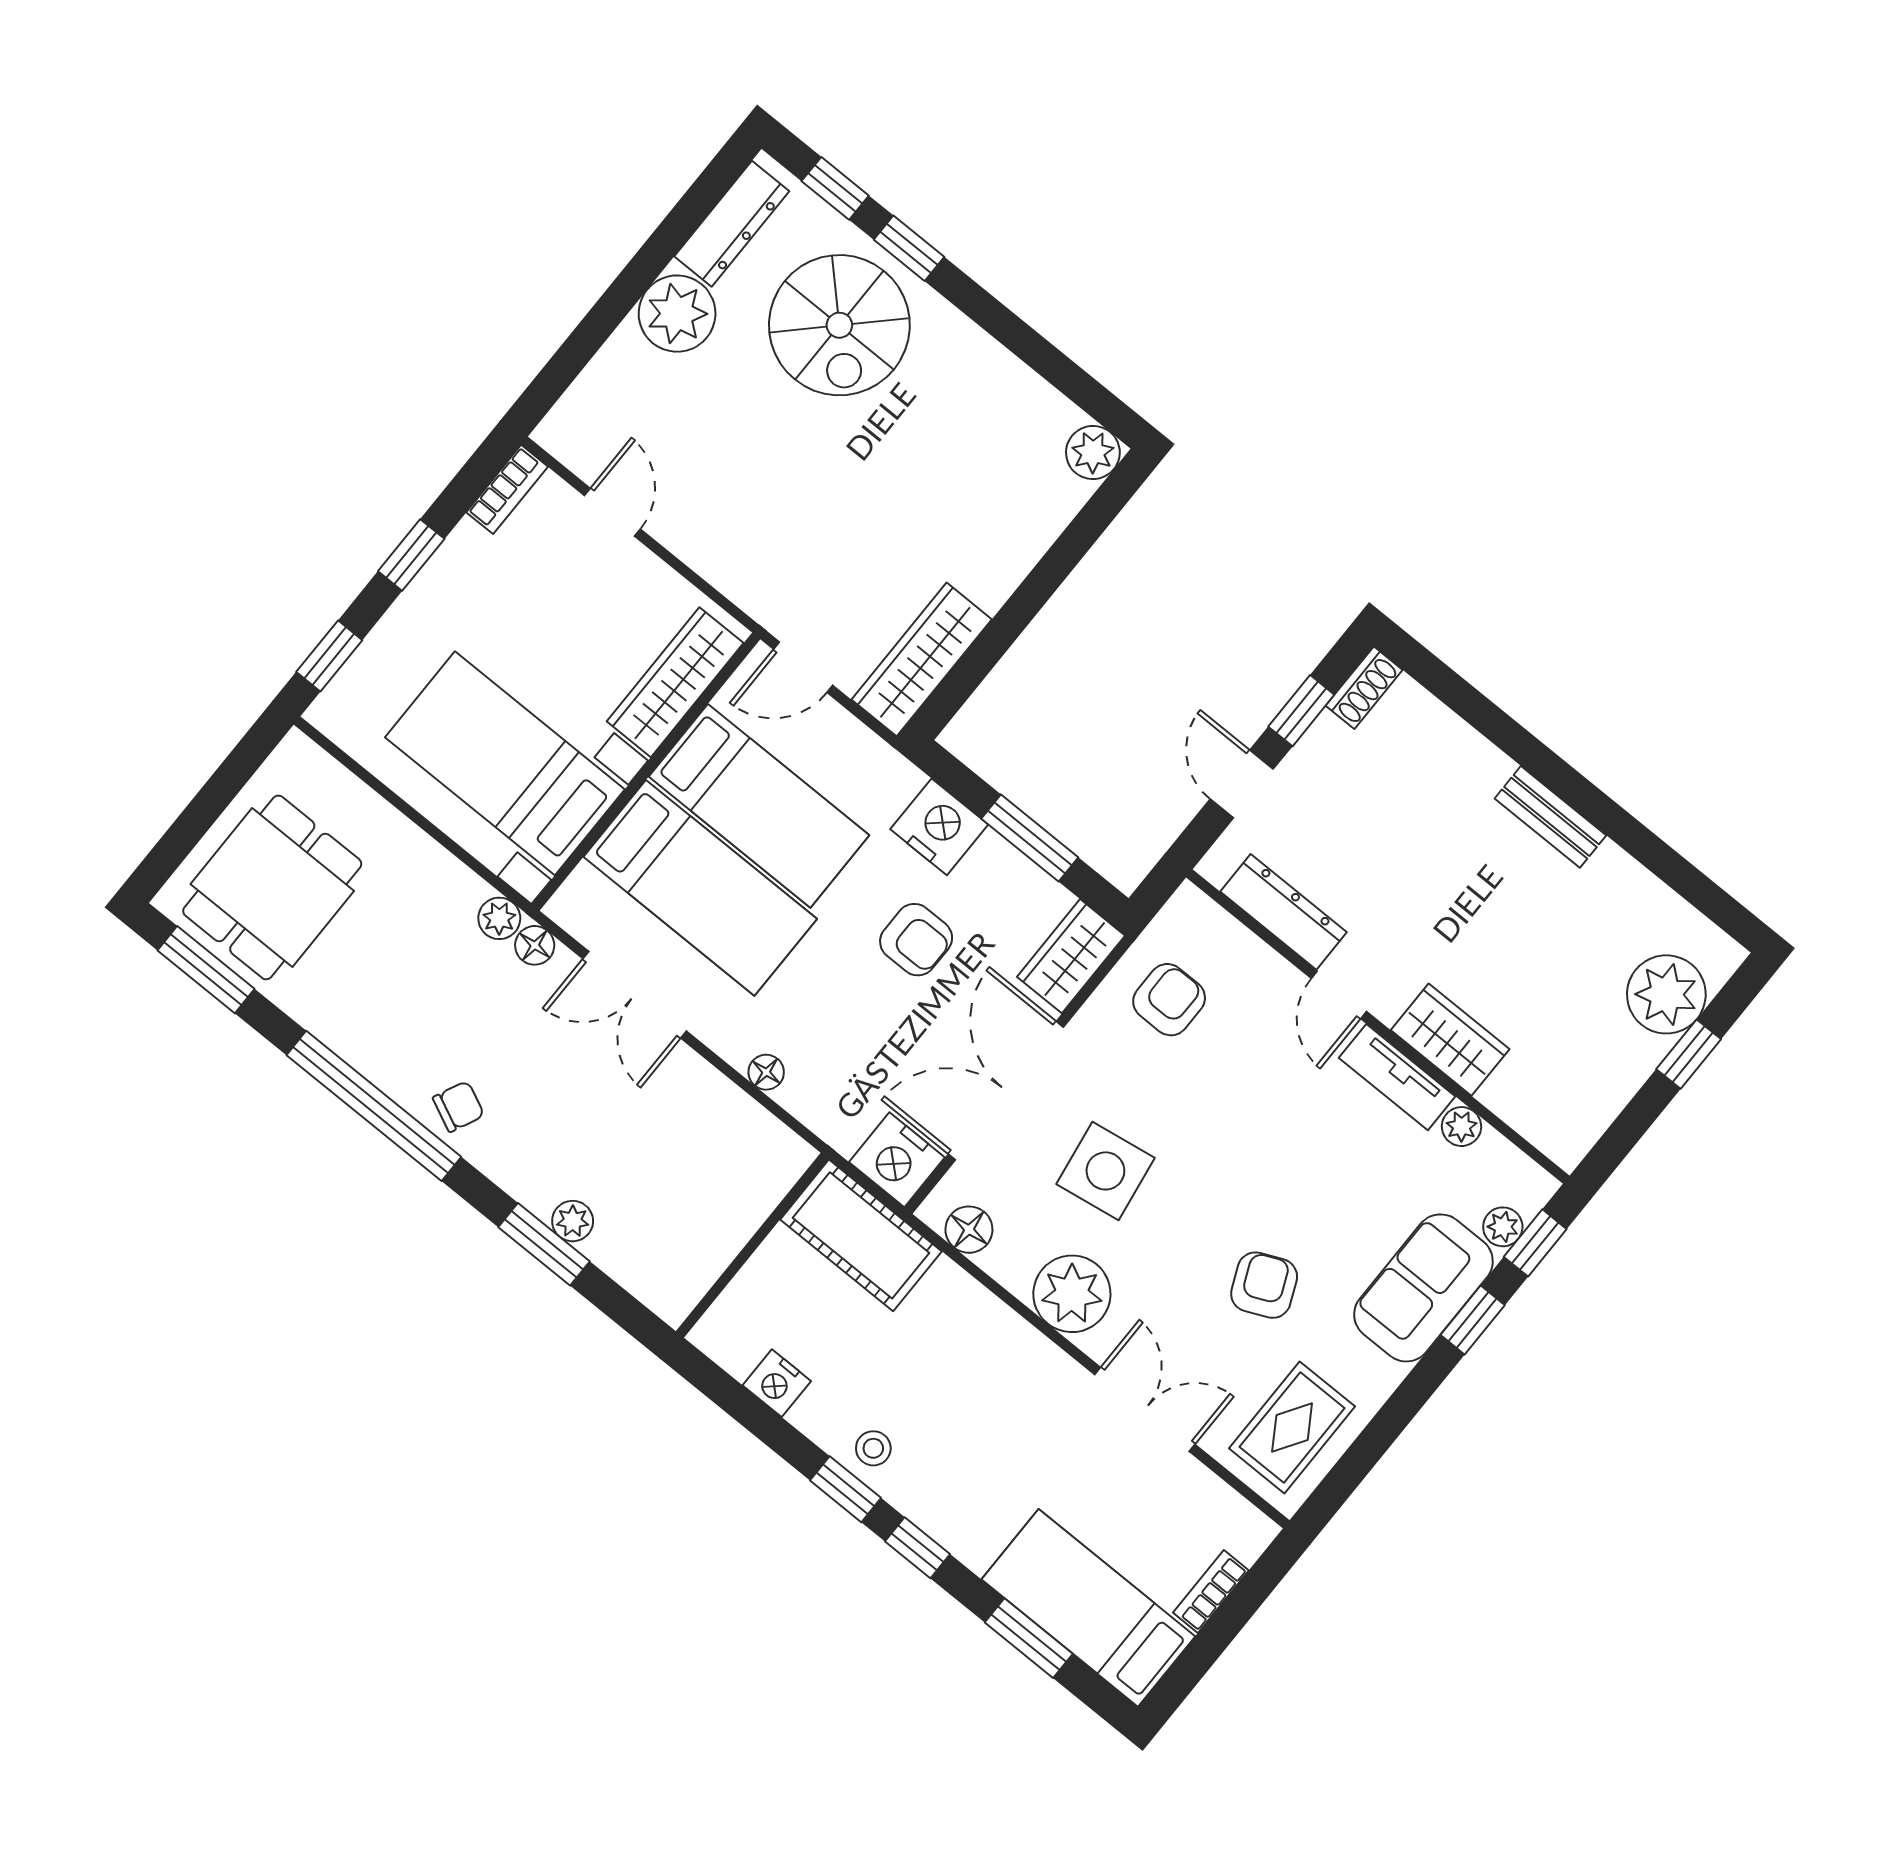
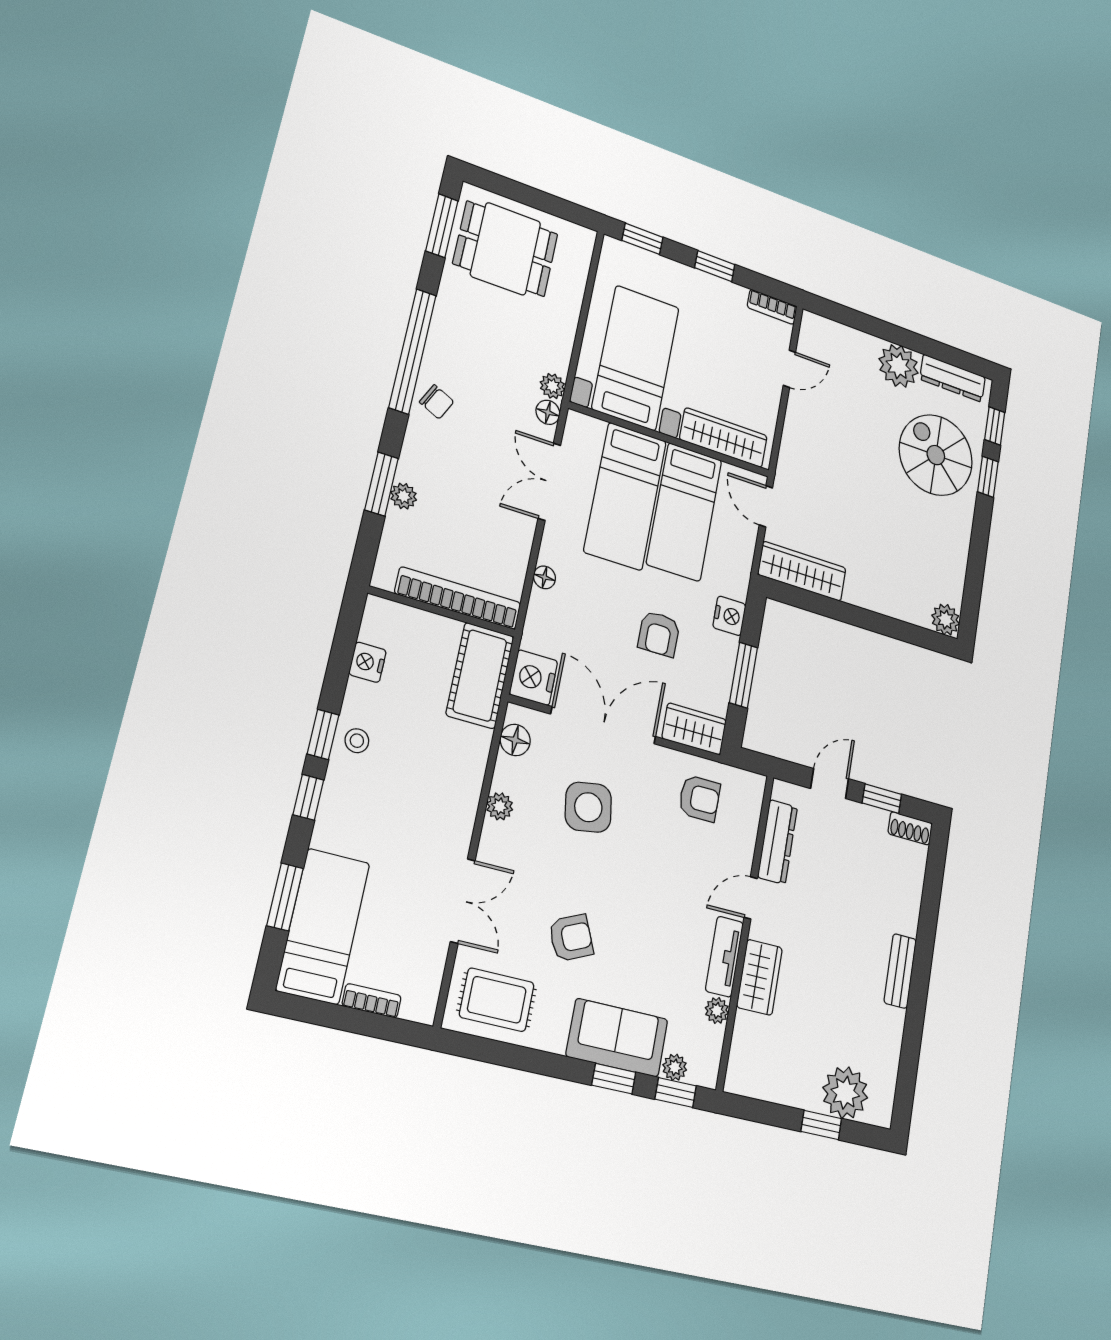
spiral stairs: (839, 325) -> (936, 455), turned 90
nightstand: (939, 827) -> (729, 616), width x0.74, depth x0.75
bookcase: (744, 1213) -> (458, 598), added
plant: (1072, 1294) -> (500, 806), width x0.53, depth x0.53

